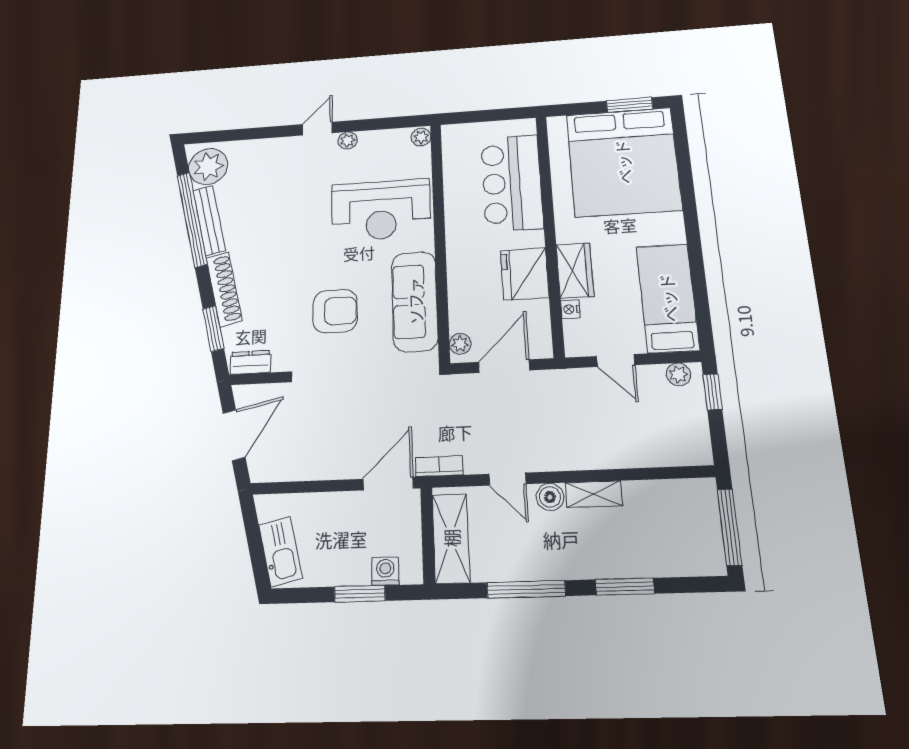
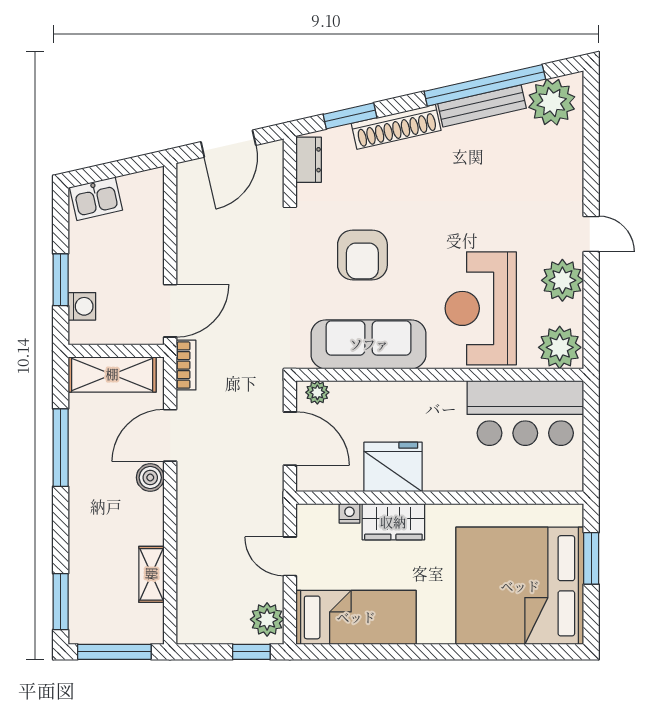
window: (630, 105) -> (591, 558), moved
plant: (421, 137) -> (560, 347), width x1.88, depth x1.88
plant: (348, 141) -> (562, 280), width x1.88, depth x1.88
bar counter: (512, 183) -> (525, 413), moved, turned 180
door: (616, 361) -> (290, 556), hinge flipped
plant: (678, 374) -> (267, 619), width x1.38, depth x1.38
door: (234, 435) -> (228, 144), hinge flipped
door: (507, 479) -> (170, 435), width x1.38
door: (388, 484) -> (170, 311), hinge flipped
shelving: (594, 494) -> (151, 574), moved
kitchen sink: (280, 552) -> (96, 199), width x0.73
window: (625, 587) -> (61, 602), moved

